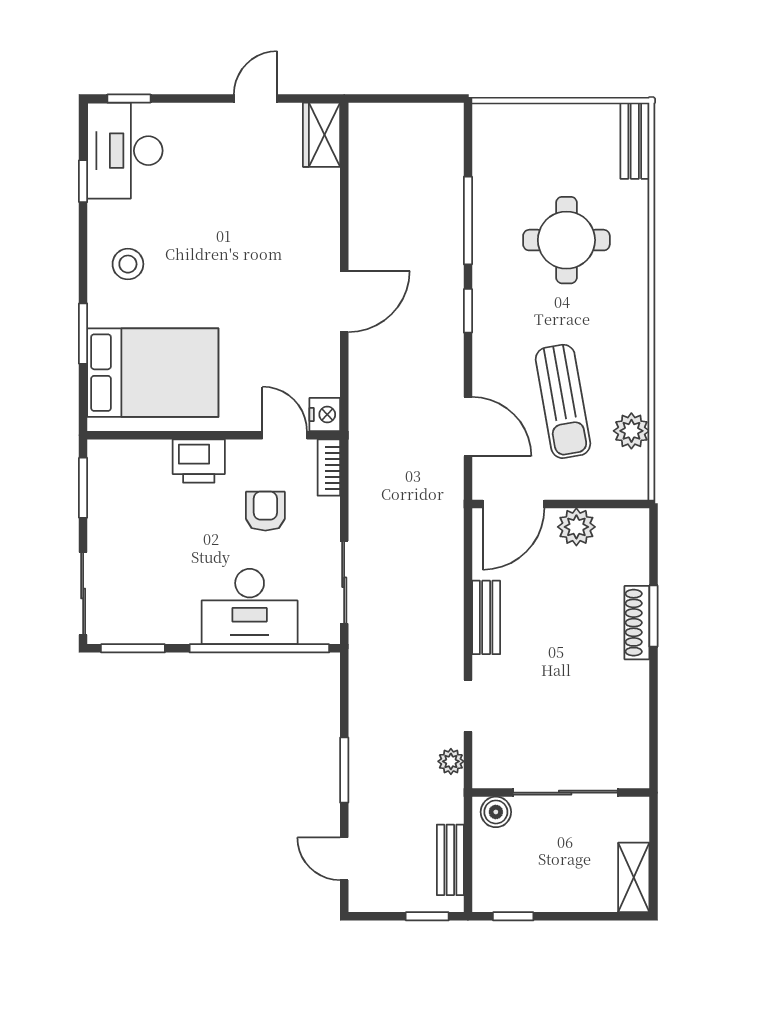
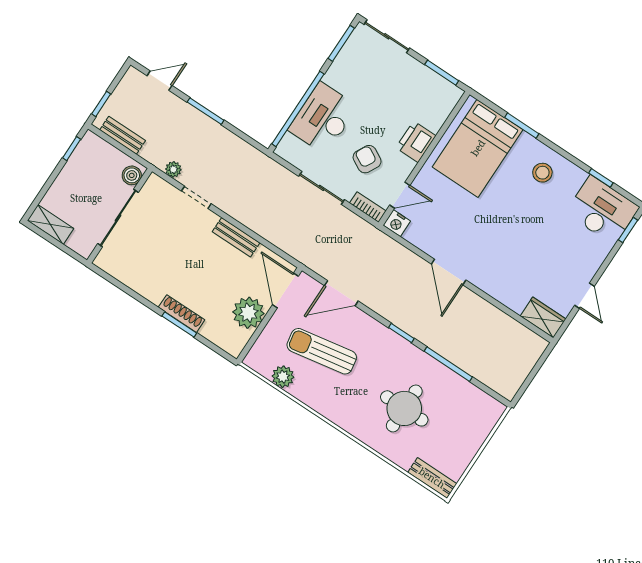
armchair: (265, 511) -> (367, 159), turned -152
plant: (576, 527) -> (248, 313), width x1.36, depth x1.36
sliding door: (344, 582) -> (322, 188), moved

